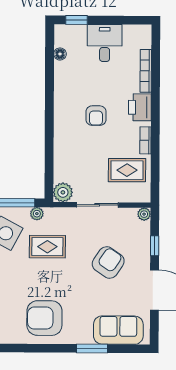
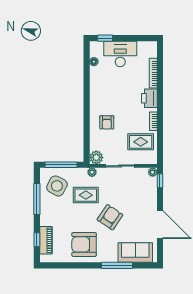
desk: (105, 43) -> (120, 54), width x1.37
armchair: (96, 116) -> (107, 122), moved
plant: (37, 214) -> (92, 172), moved
window: (155, 246) -> (160, 181), moved
armchair: (108, 262) -> (110, 217), moved
window: (92, 349) -> (117, 265), width x1.44

